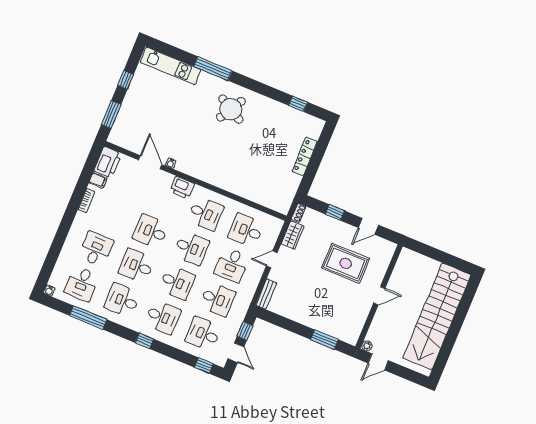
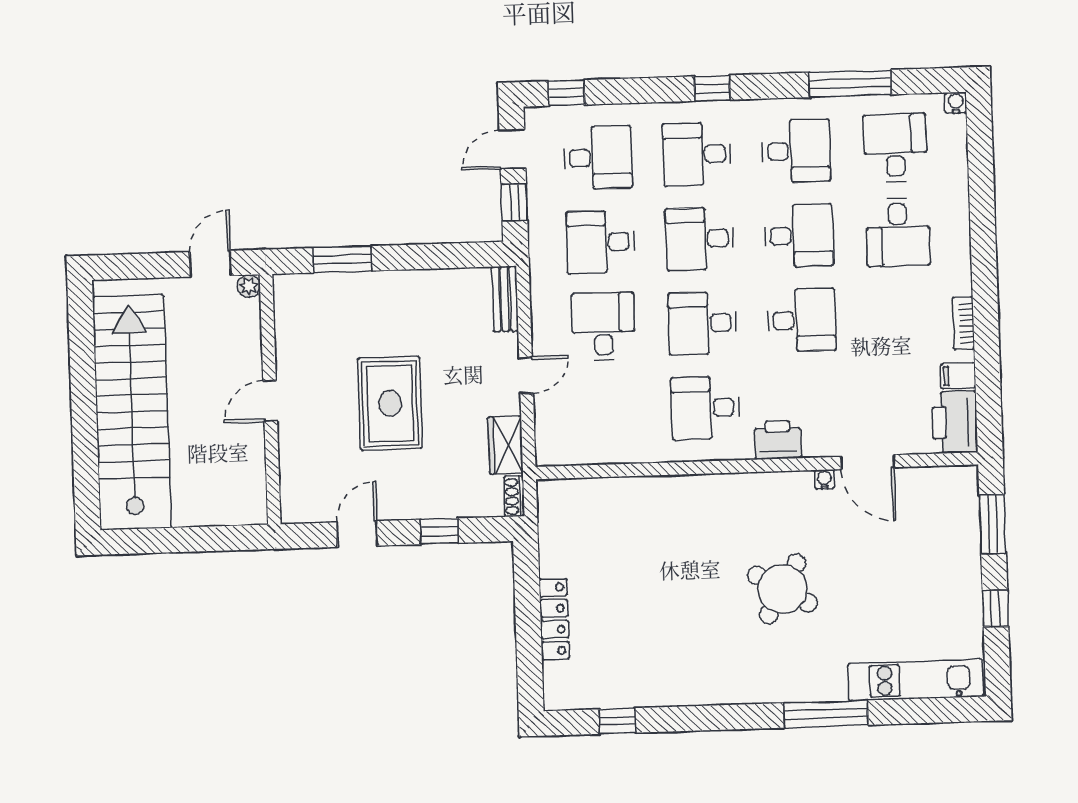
round table: (231, 109) -> (782, 589), moved
desk: (246, 230) -> (606, 411), removed
rug: (346, 263) -> (390, 403), moved, turned 90
door: (236, 353) -> (512, 149), hinge flipped

